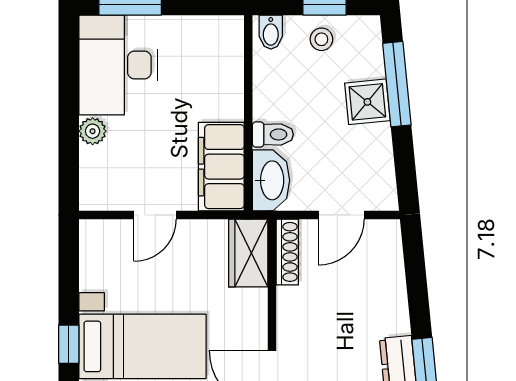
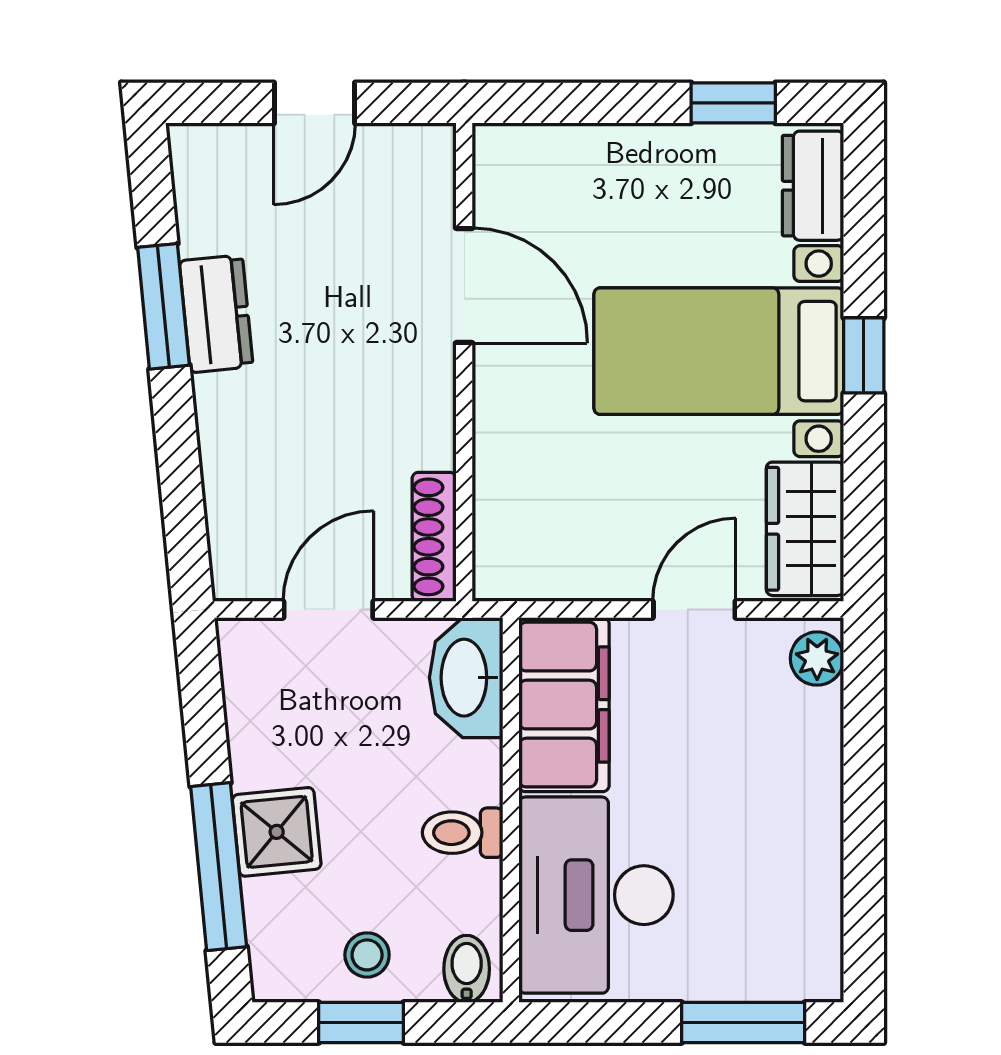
desk: (118, 65) -> (596, 895), moved, turned 180
plant: (93, 131) -> (817, 659), moved
toilet: (273, 134) -> (463, 833), moved
wardrobe: (248, 253) -> (805, 529), moved, turned 180

